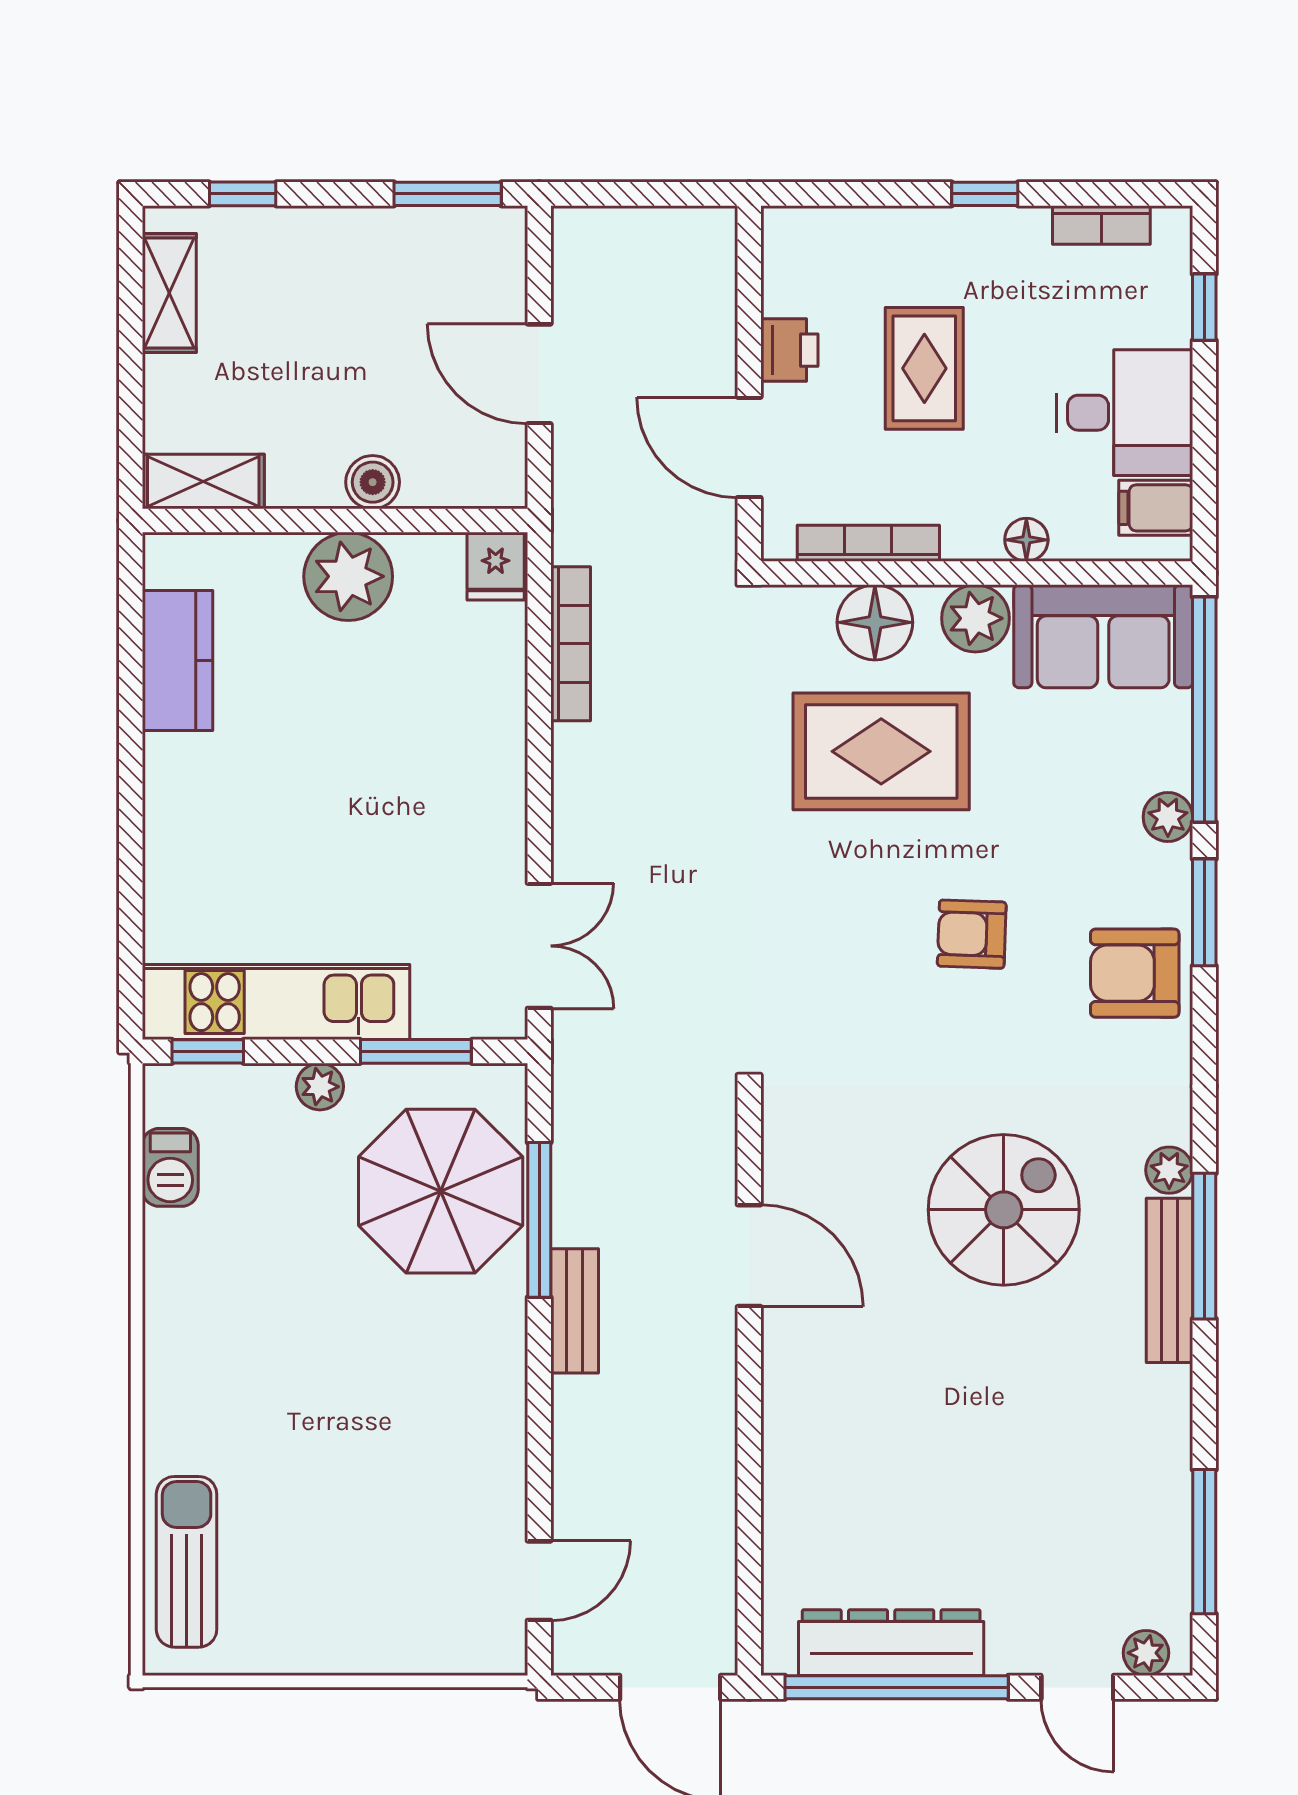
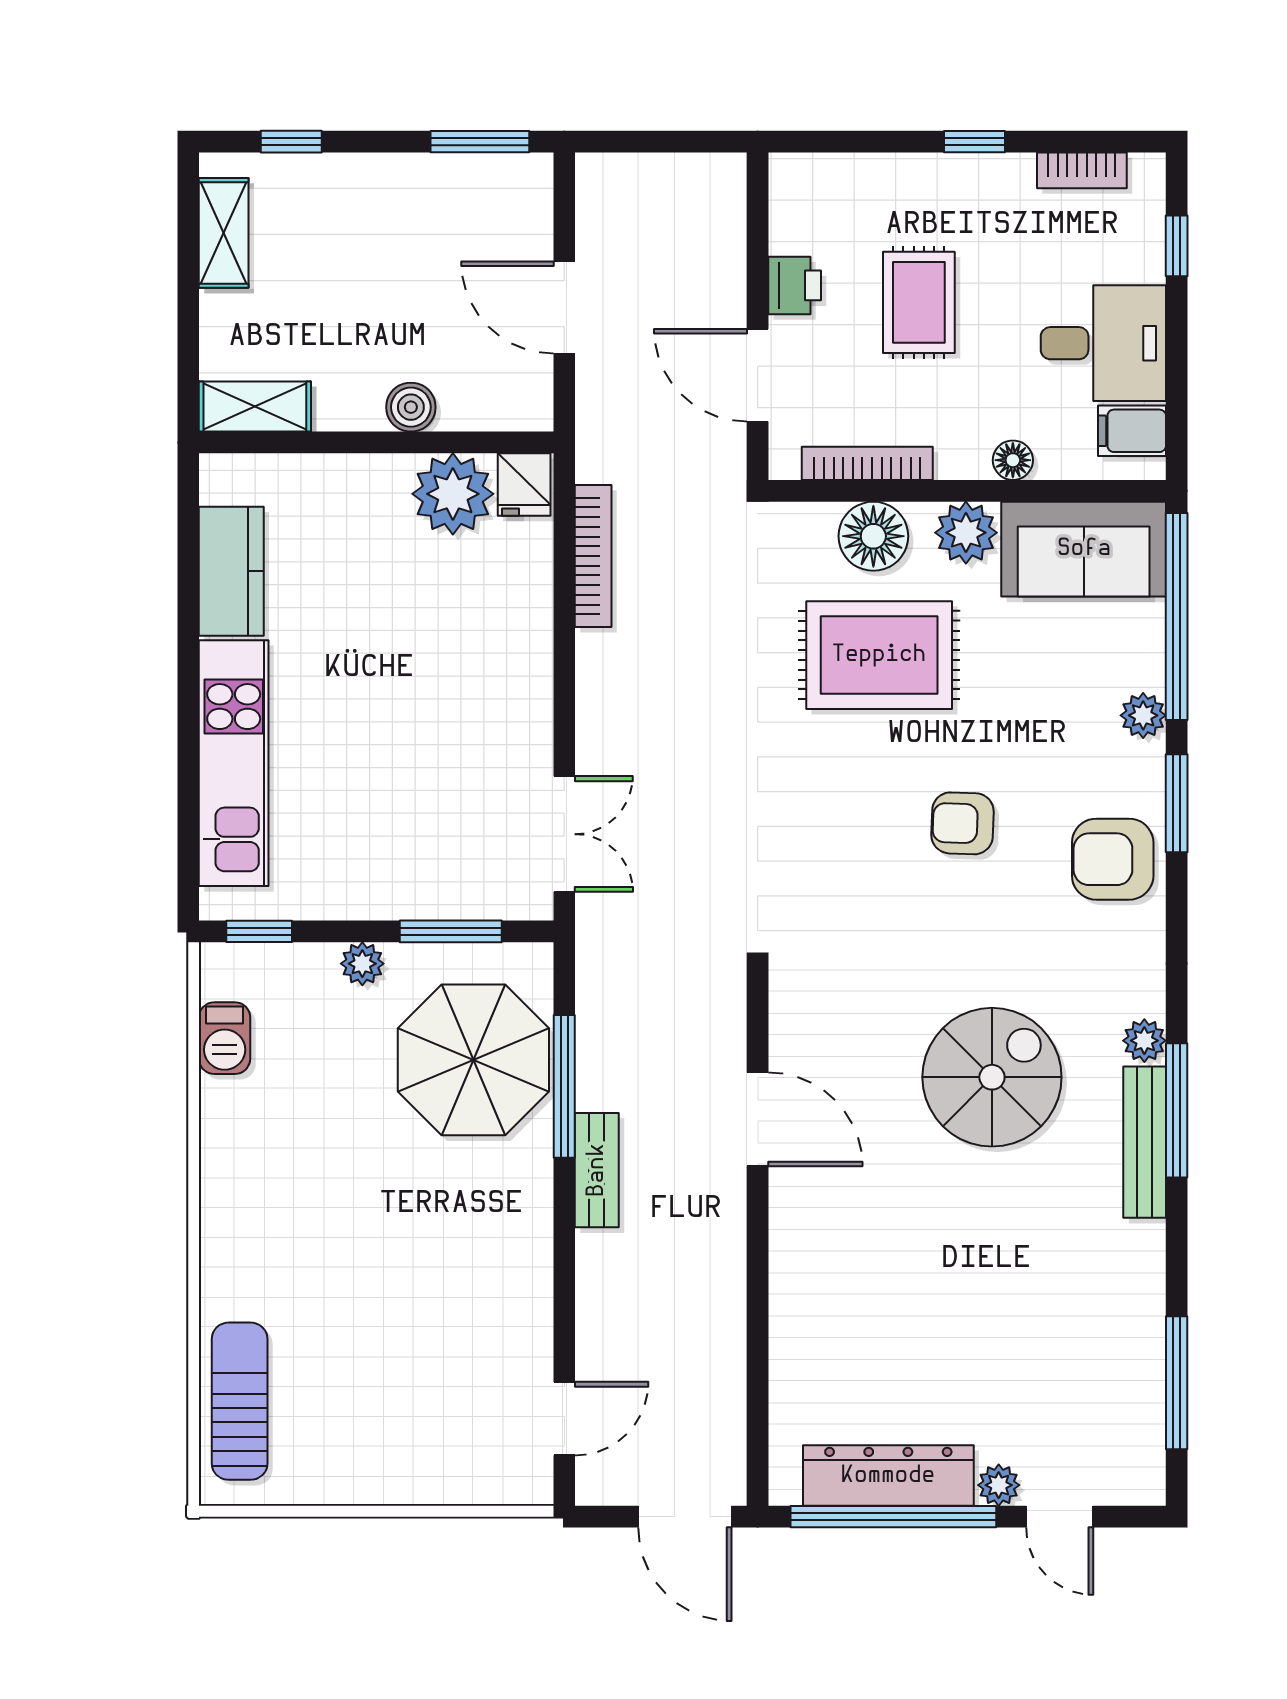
plant: (348, 576) -> (453, 494), moved
kitchen unit: (276, 1002) -> (234, 763), moved, turned 90
plant: (1146, 1653) -> (999, 1485), moved

